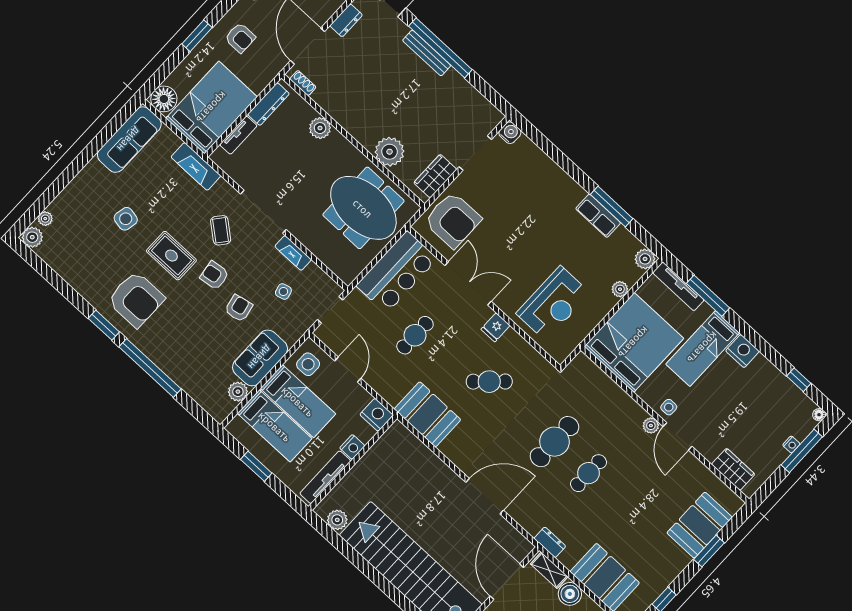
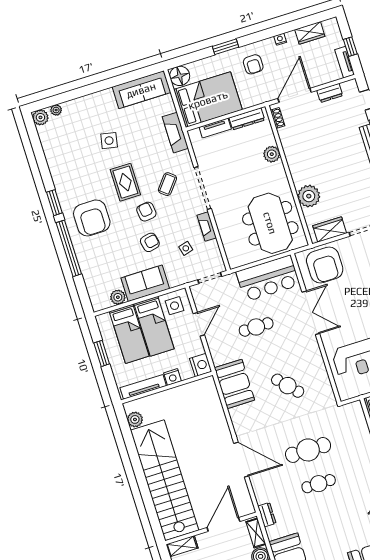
armchair: (136, 299) -> (92, 218), moved
fridge: (496, 327) -> (312, 352), removed

